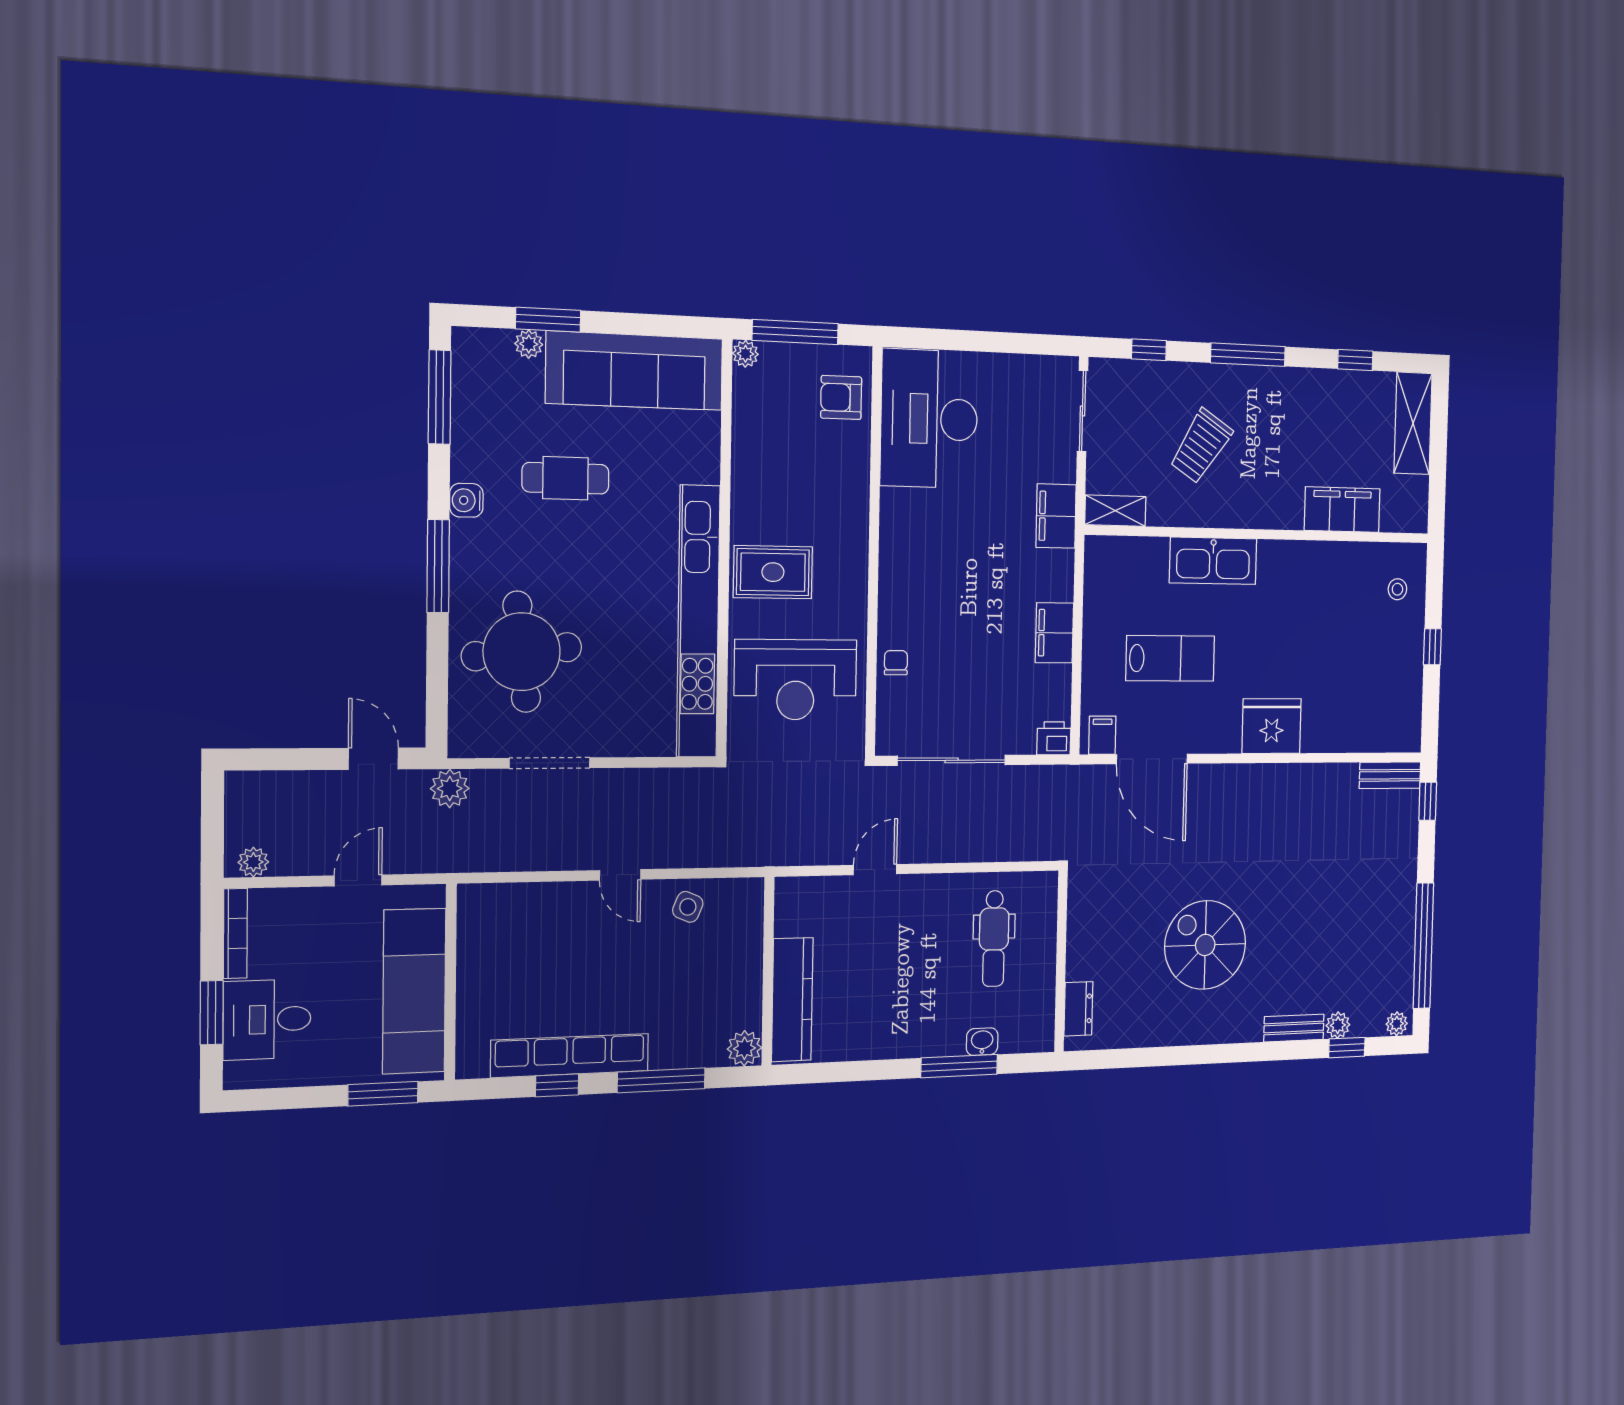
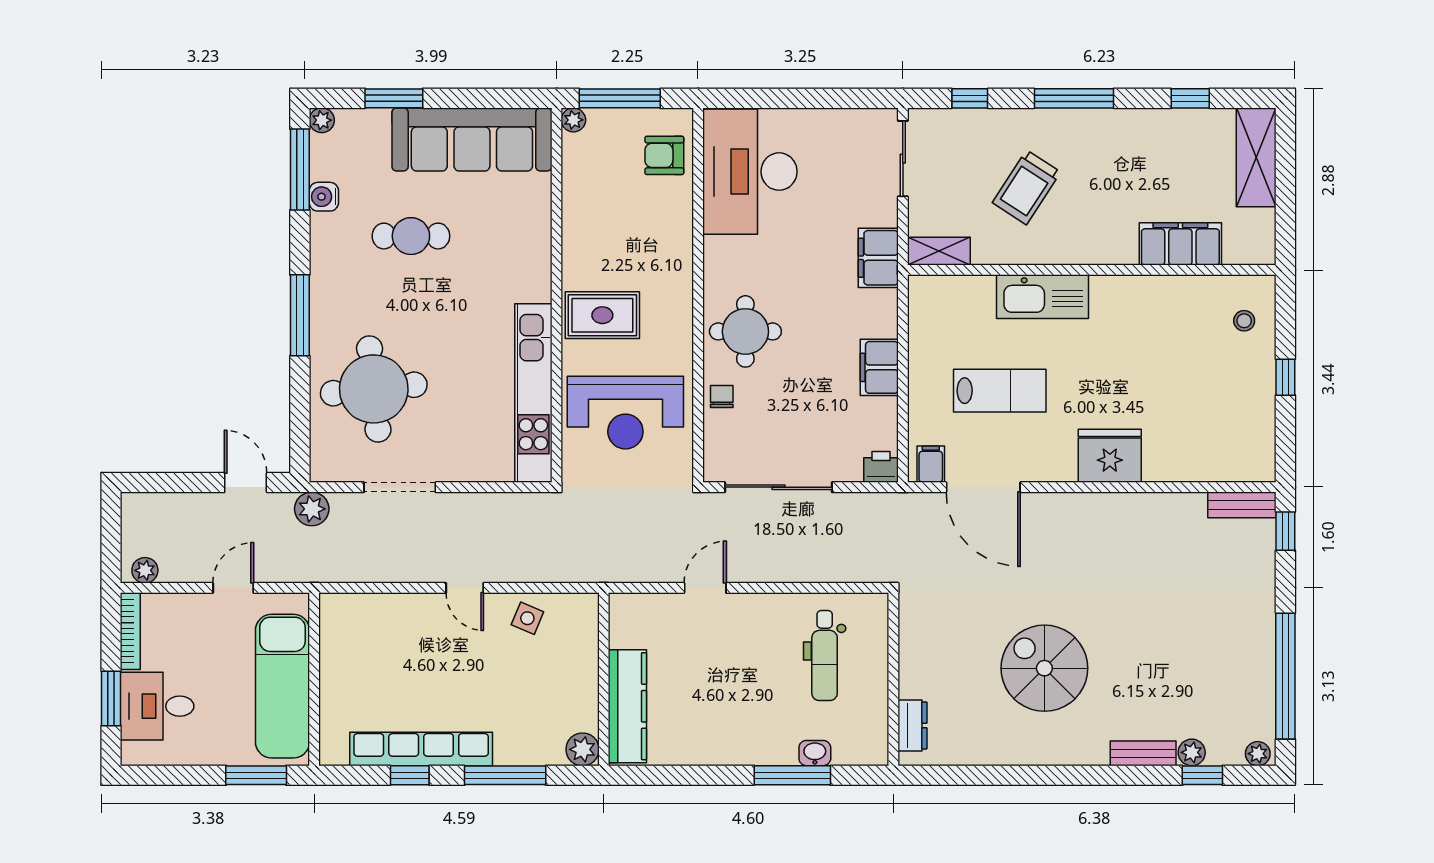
plant: (529, 344) -> (322, 120), moved
water cooler: (466, 500) -> (324, 197), moved
round table: (921, 592) -> (745, 331), added
kitchen unit: (698, 621) -> (533, 393), width x0.73

